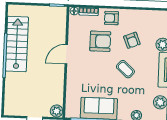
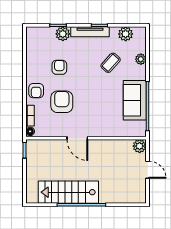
armchair: (132, 40) -> (59, 67), turned -68
coffee table: (125, 69) -> (111, 63), moved

